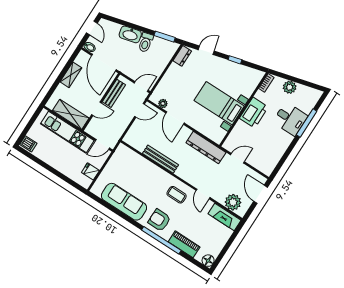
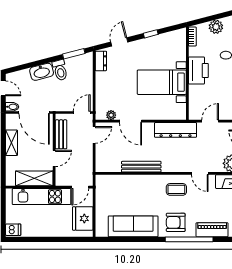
fridge: (90, 171) -> (83, 218), width x1.88, depth x1.34

